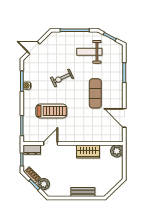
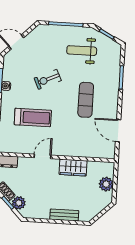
door: (51, 143) -> (43, 156), moved
plant: (117, 151) -> (106, 184), moved

